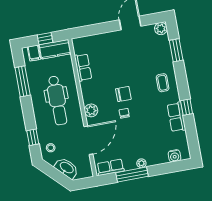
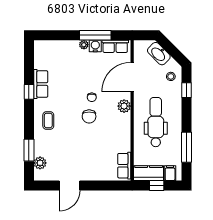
plant: (161, 29) -> (40, 163), moved
row of seats: (83, 67) -> (124, 166), moved
chair: (123, 94) -> (89, 116), turned -90
water cooler: (174, 156) -> (95, 46), moved

